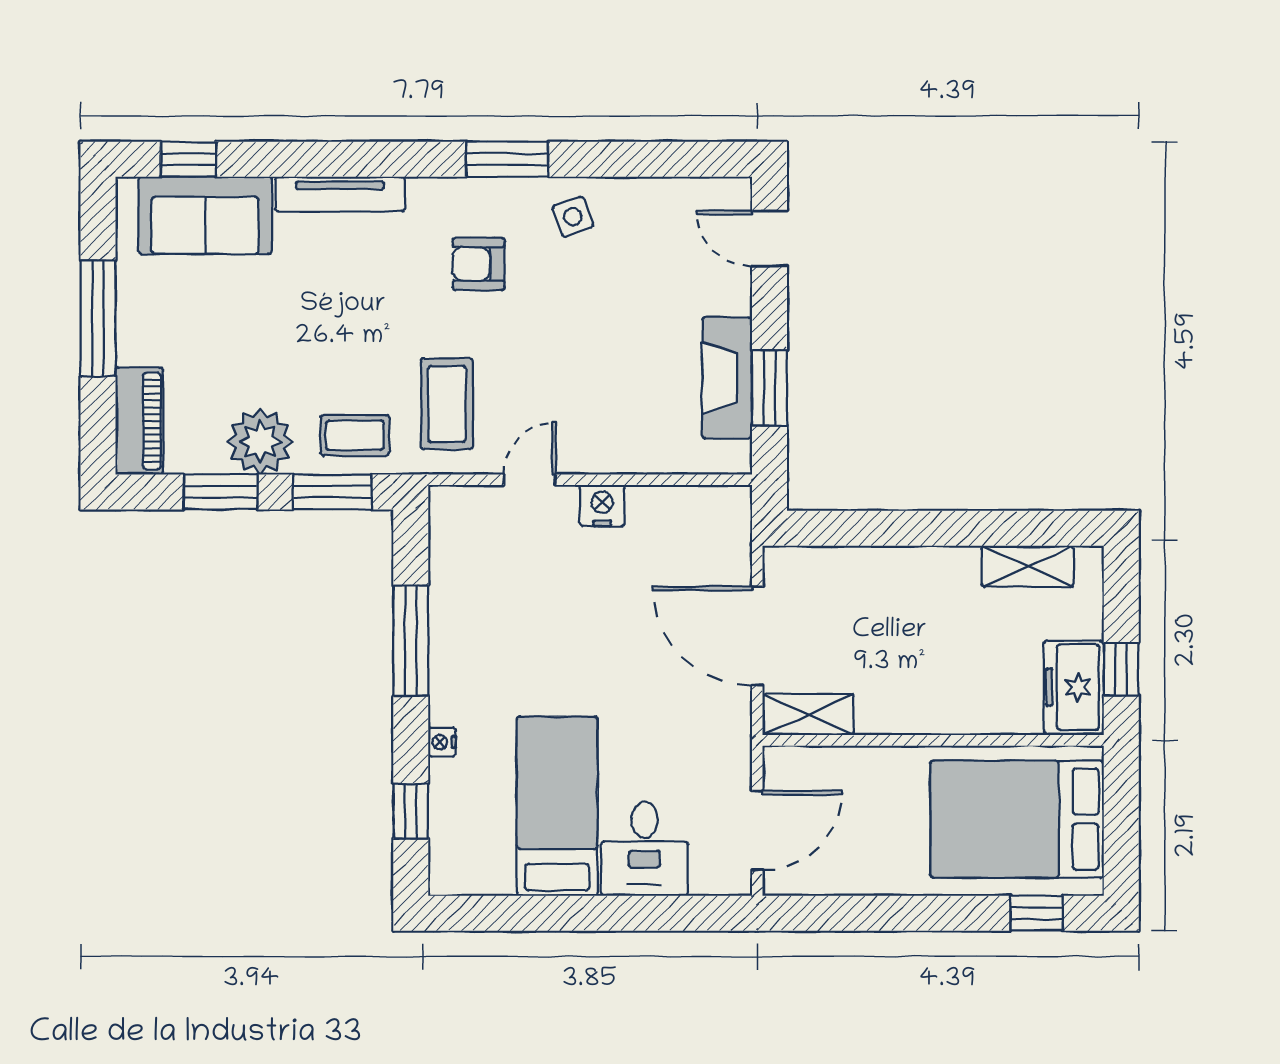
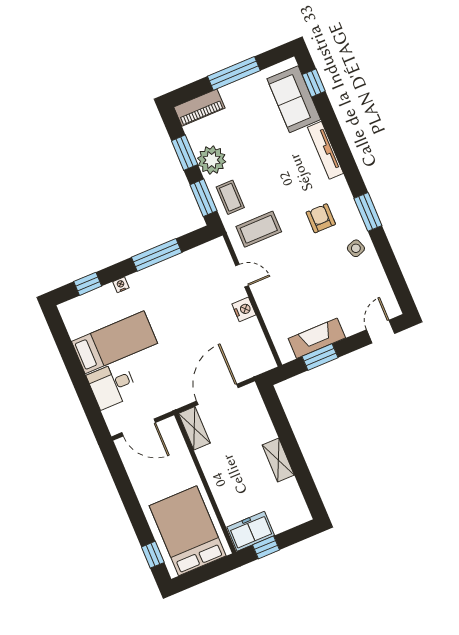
shelving: (1028, 566) -> (278, 460), moved

